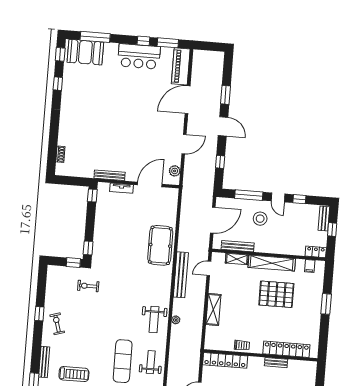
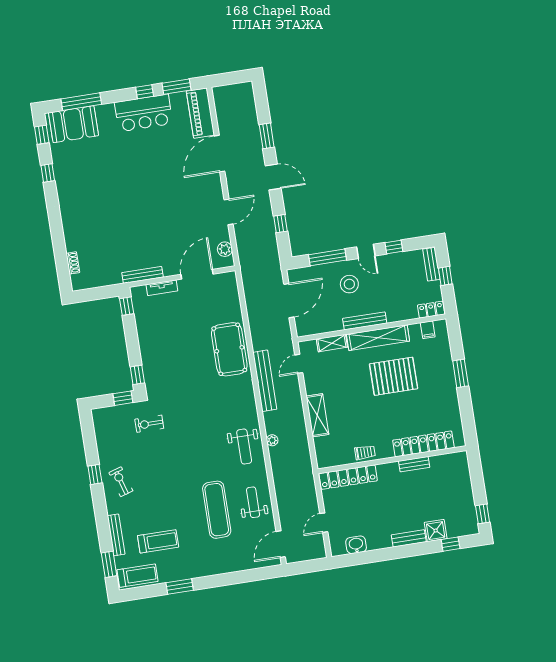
bench: (238, 246) -> (365, 321), moved

